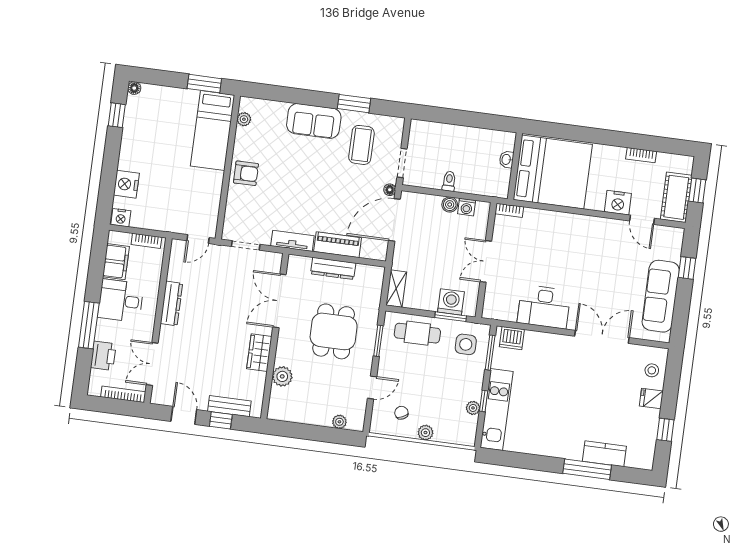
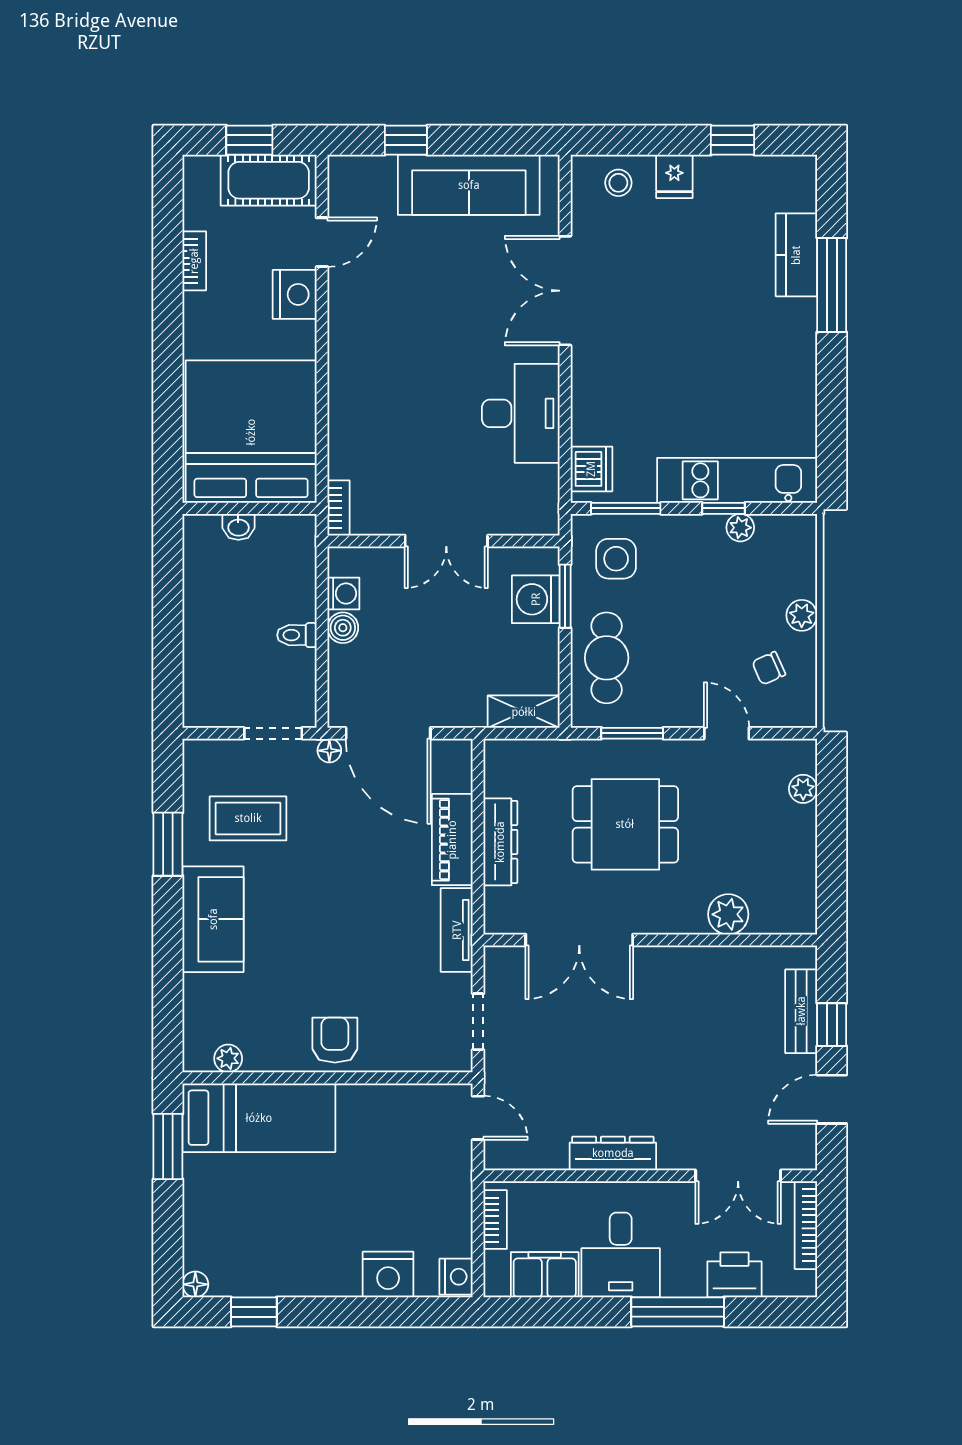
wardrobe: (259, 353) -> (687, 966), removed

